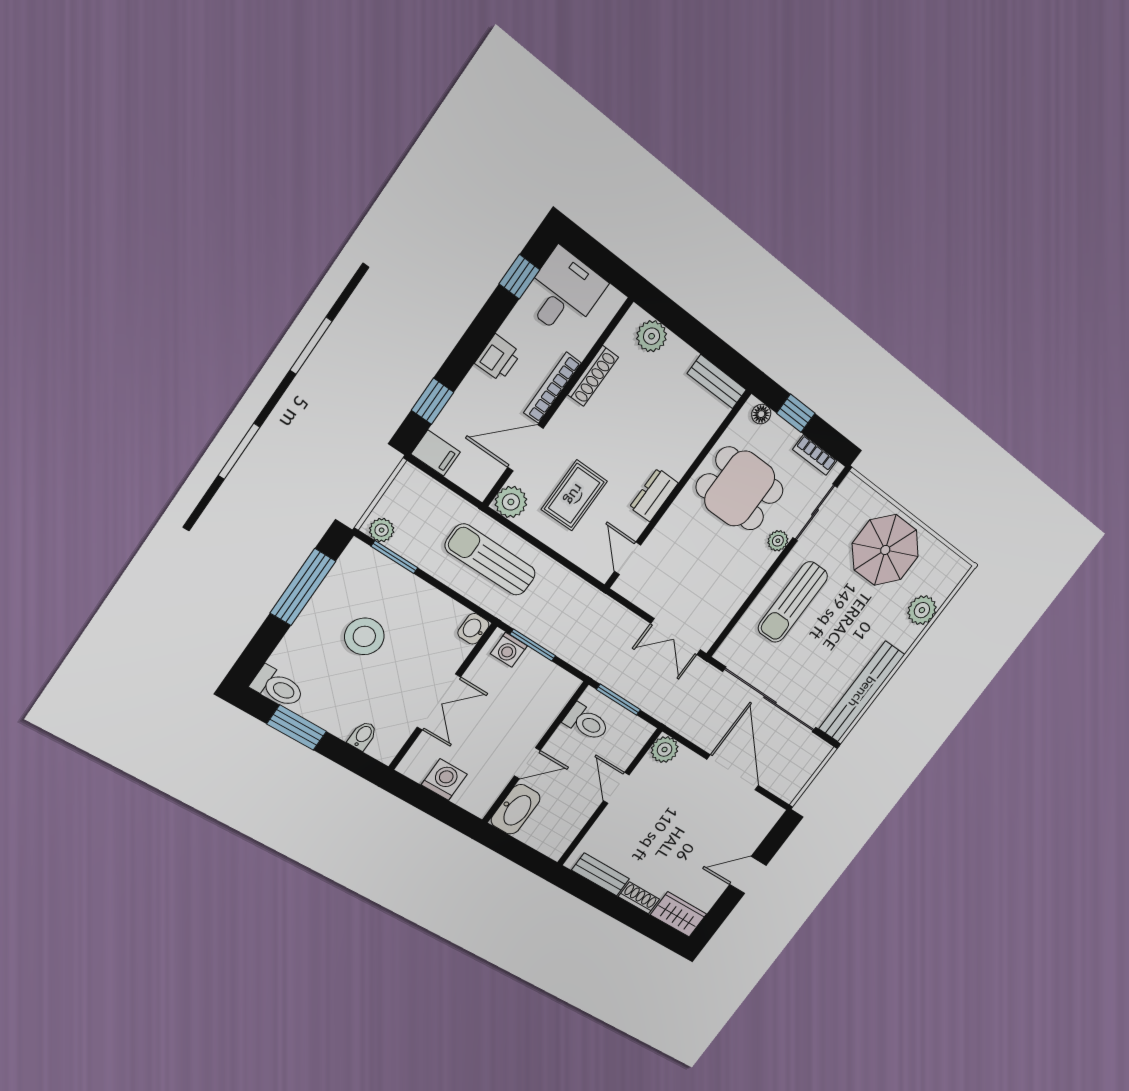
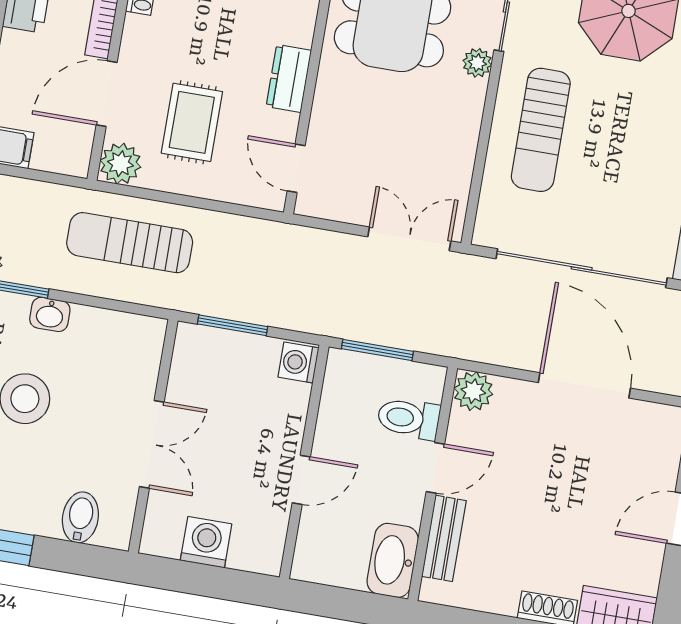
washbasin: (473, 629) -> (50, 314), moved, turned -90
double door: (676, 637) -> (409, 239), swing flipped
washing machine: (509, 650) -> (299, 362), moved, turned 90
toilet: (586, 722) -> (409, 418), moved, turned 180
bidet: (363, 736) -> (80, 517), width x1.38, depth x1.36
door: (616, 788) -> (435, 468), swing flipped
washbasin: (516, 809) -> (393, 560), moved, turned 180
bench: (601, 874) -> (444, 538), moved, turned 90

